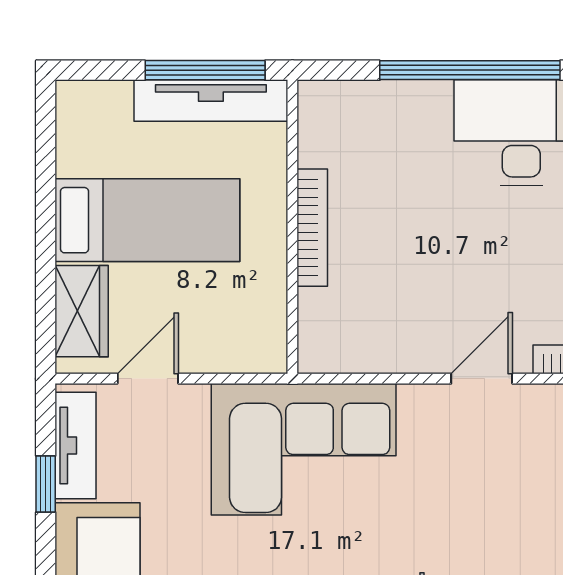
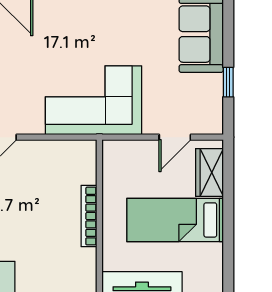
tv unit: (76, 446) -> (213, 102), removed

